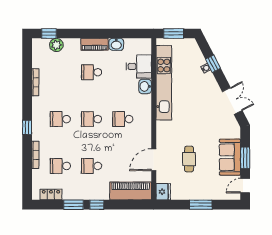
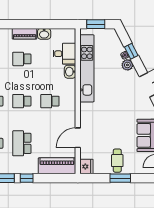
plant: (209, 79) -> (127, 65), added
cafe table: (189, 159) -> (117, 161), moved
school desk: (92, 166) -> (22, 143), width x1.85

